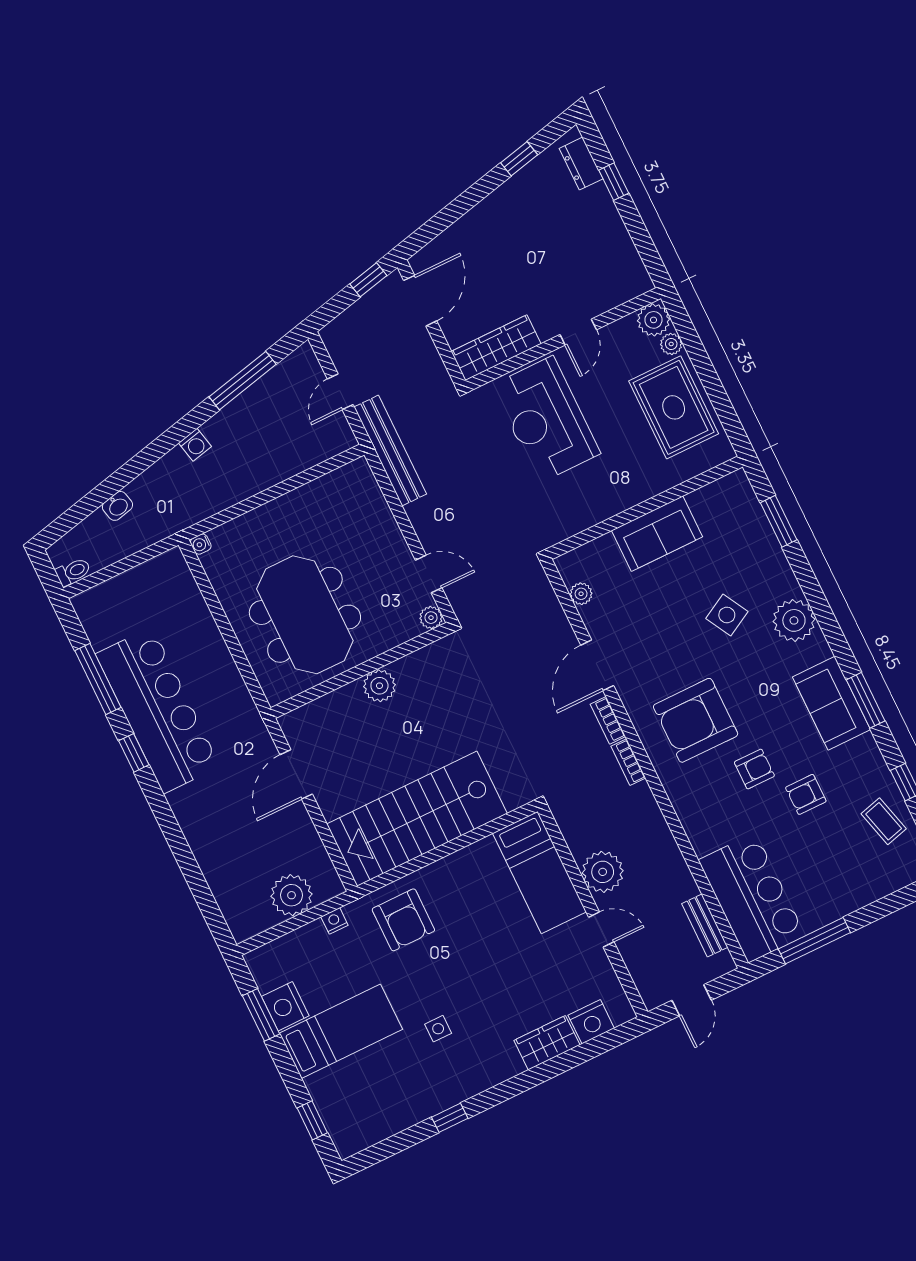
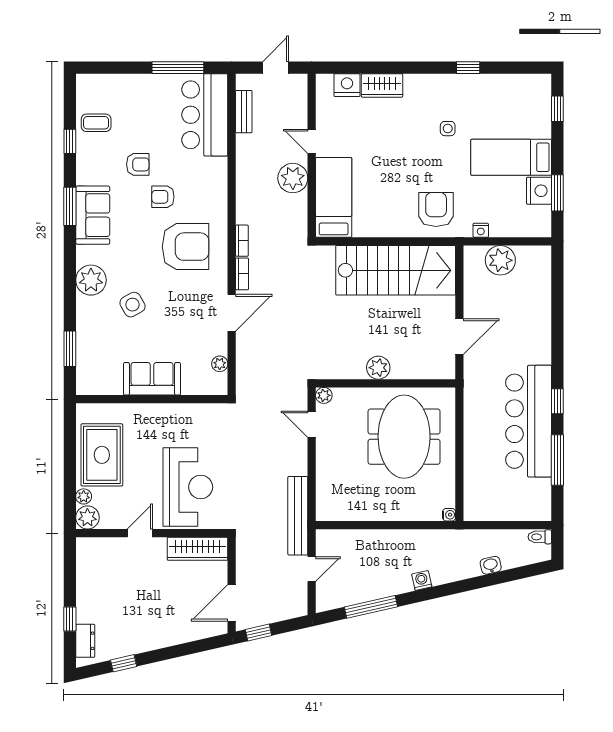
coffee table: (884, 821) -> (96, 123), turned -75

